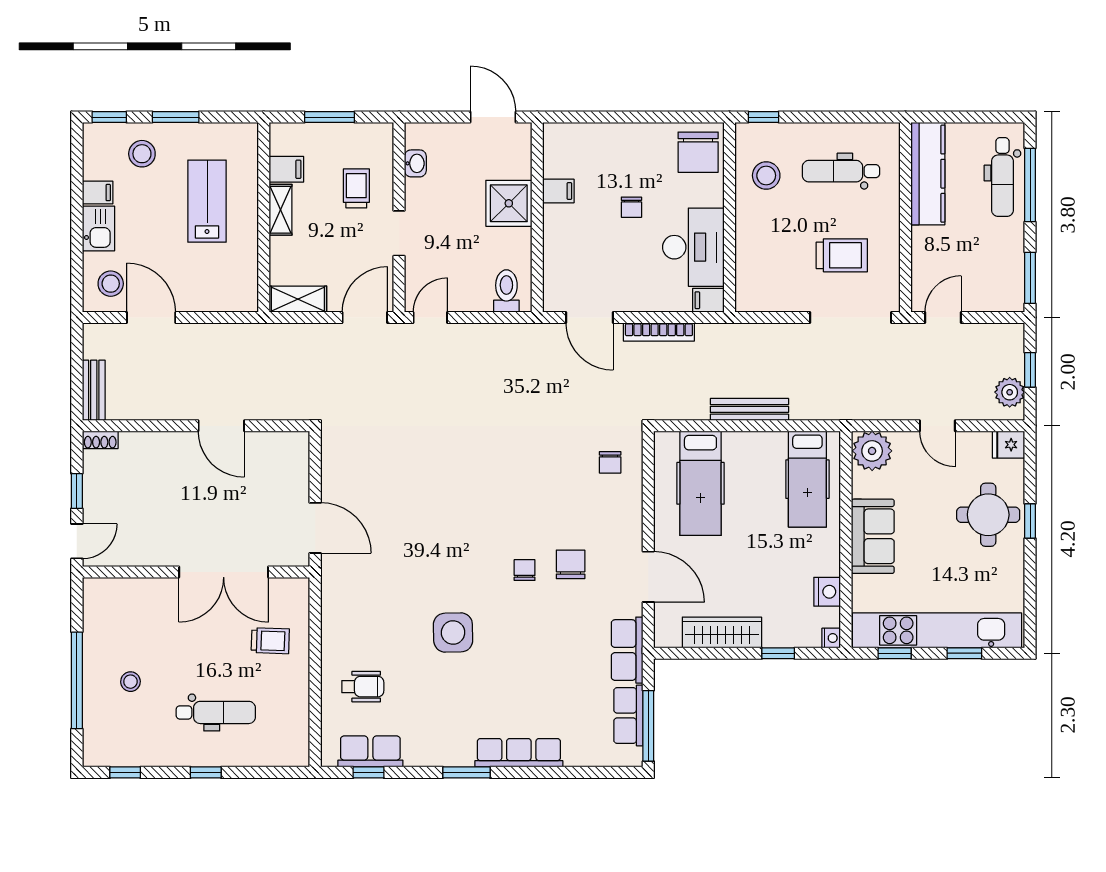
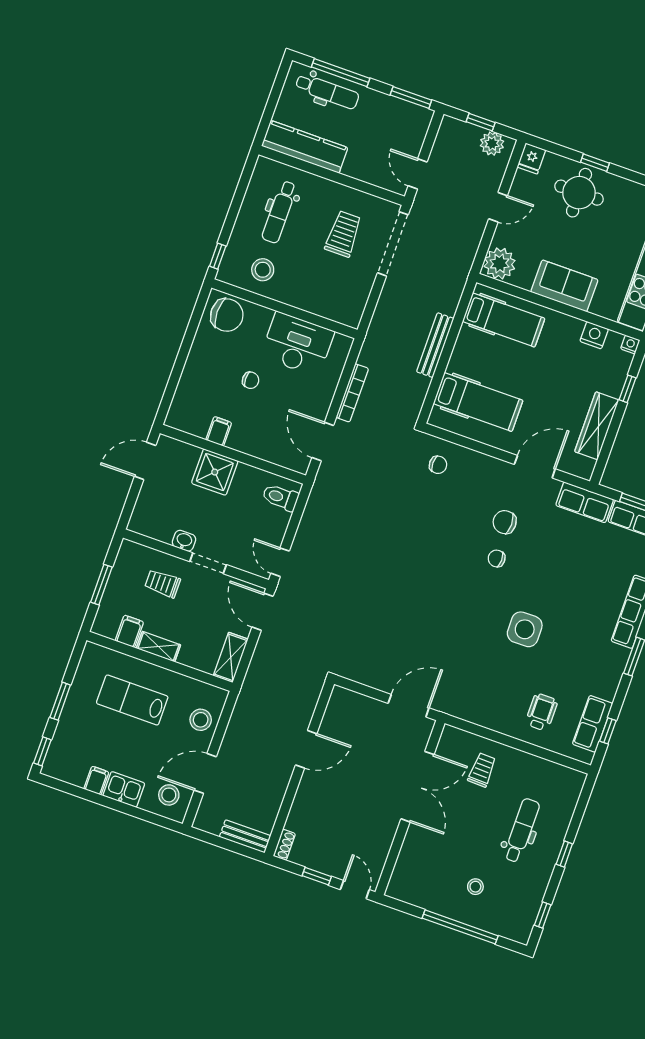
stool: (142, 154) -> (201, 720), moved
washbasin: (415, 163) -> (184, 541), moved
filing cabinet: (708, 300) -> (342, 347), removed
door: (590, 317) -> (323, 441), swing flipped

